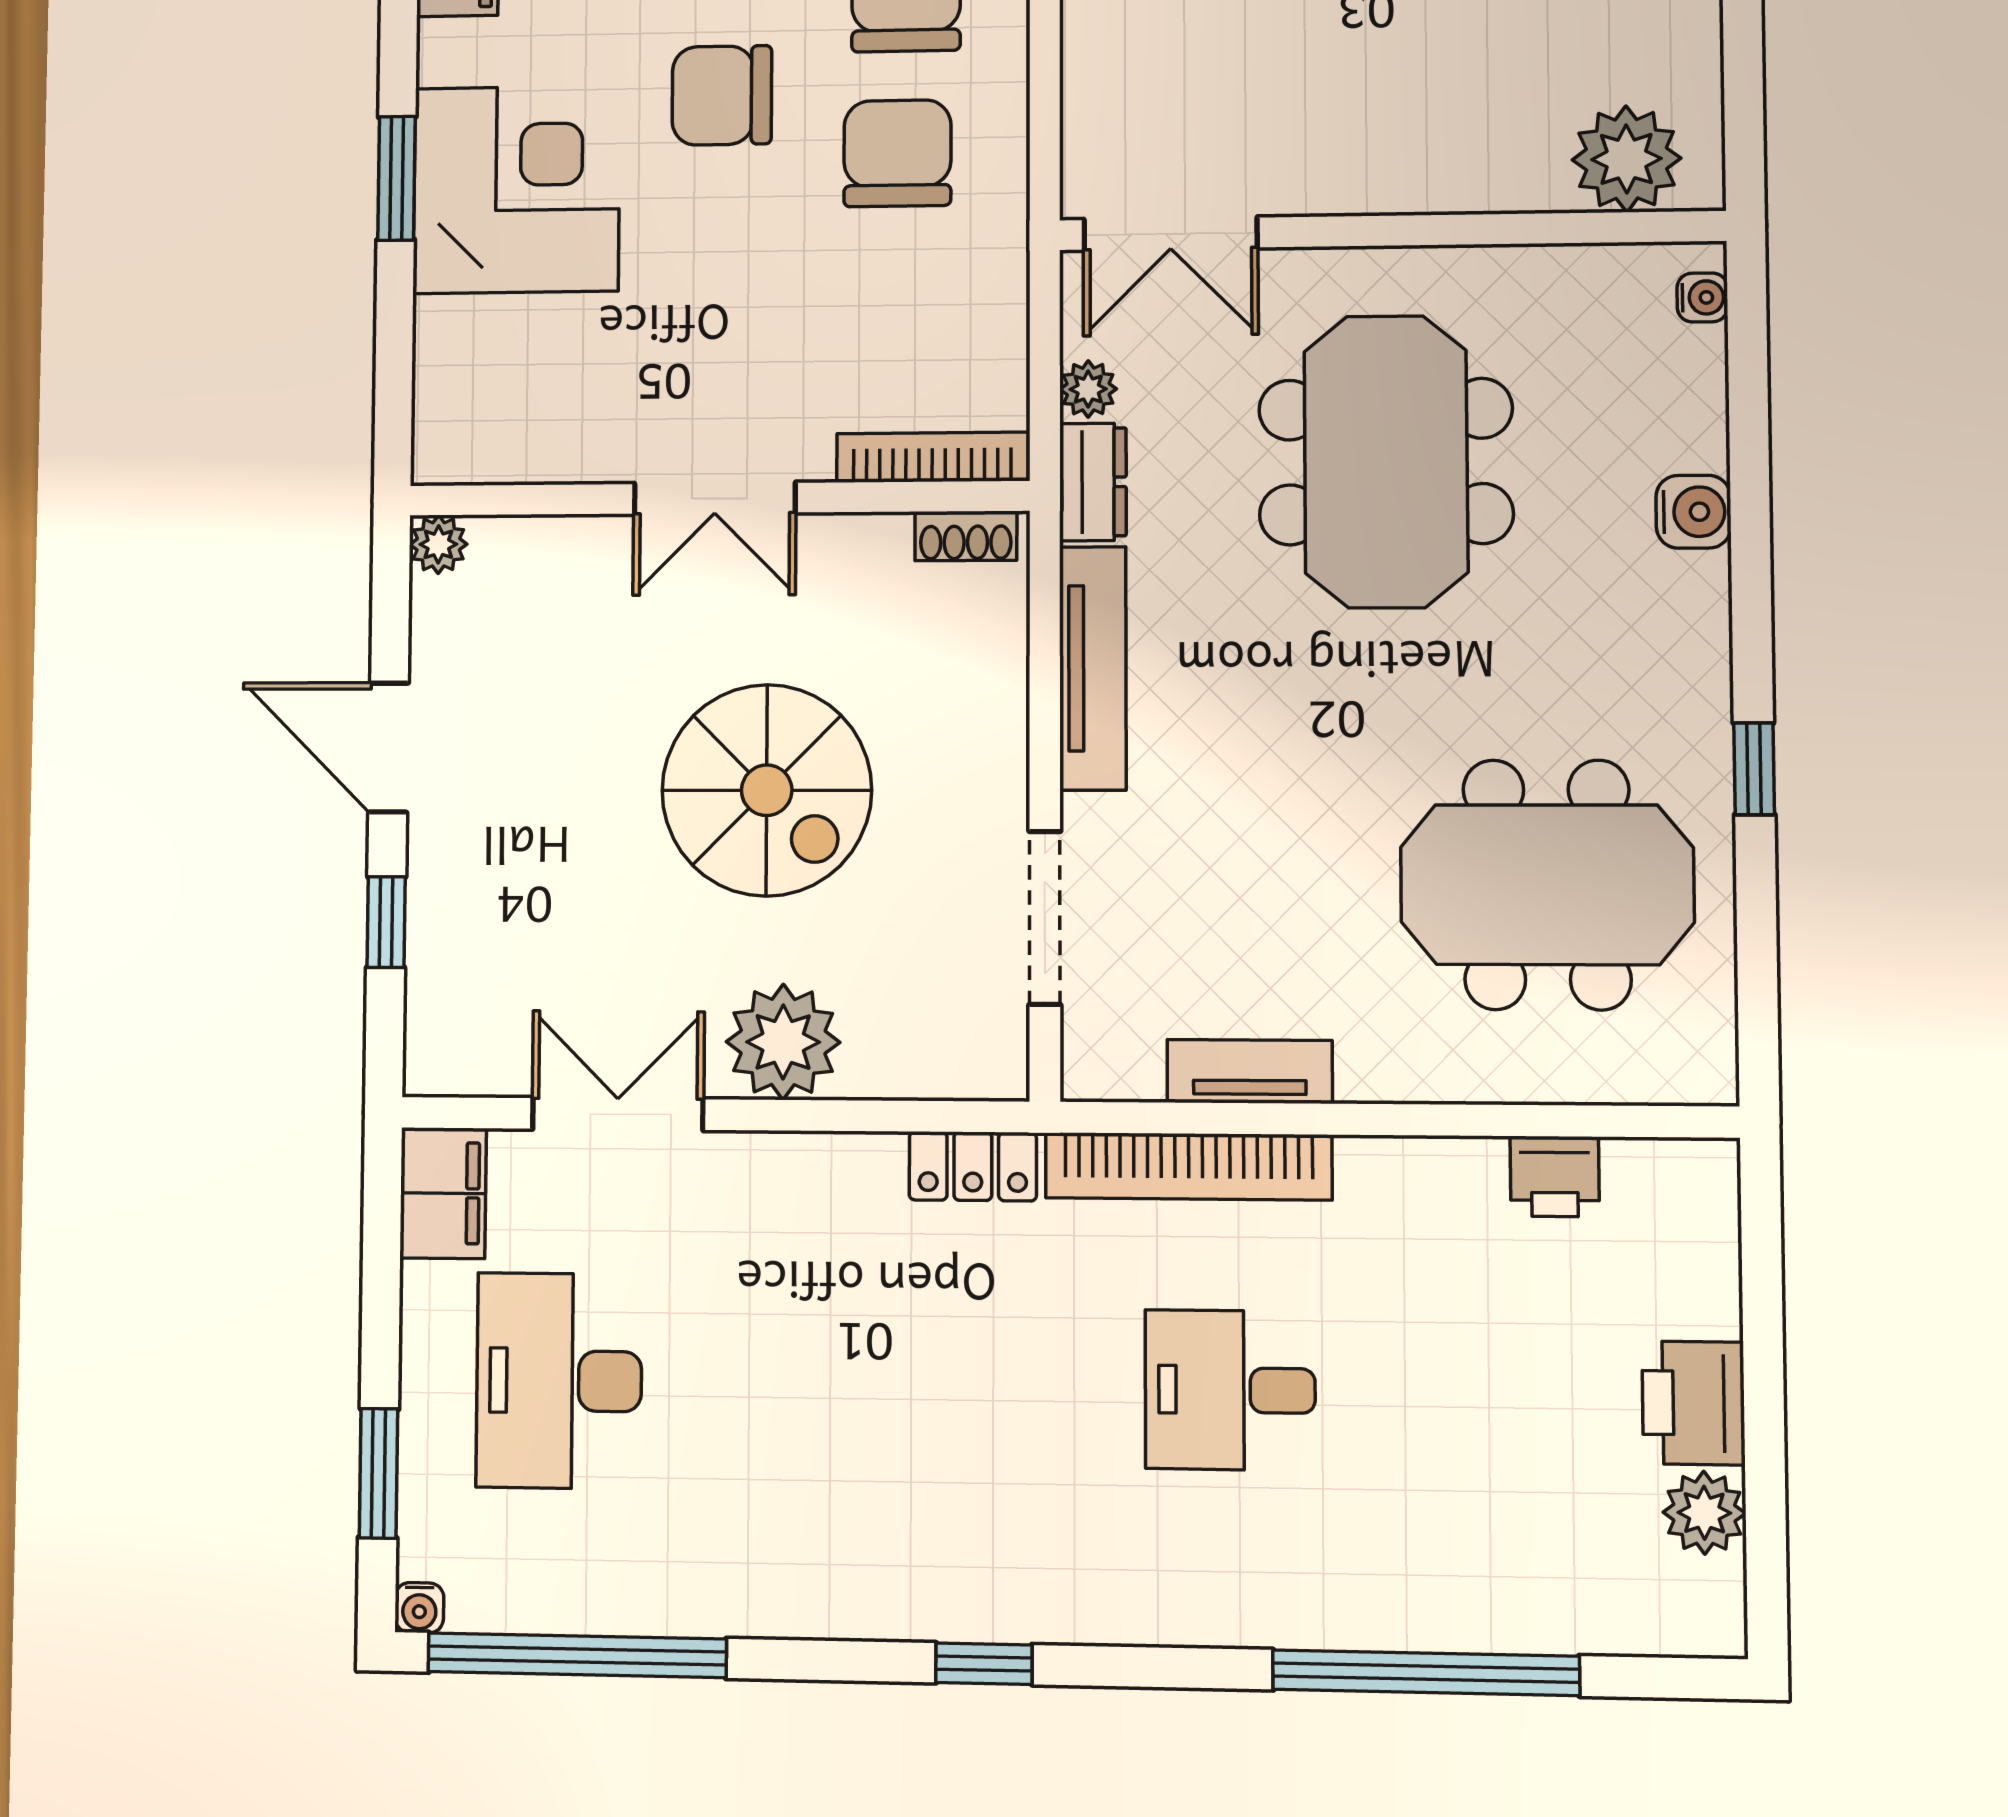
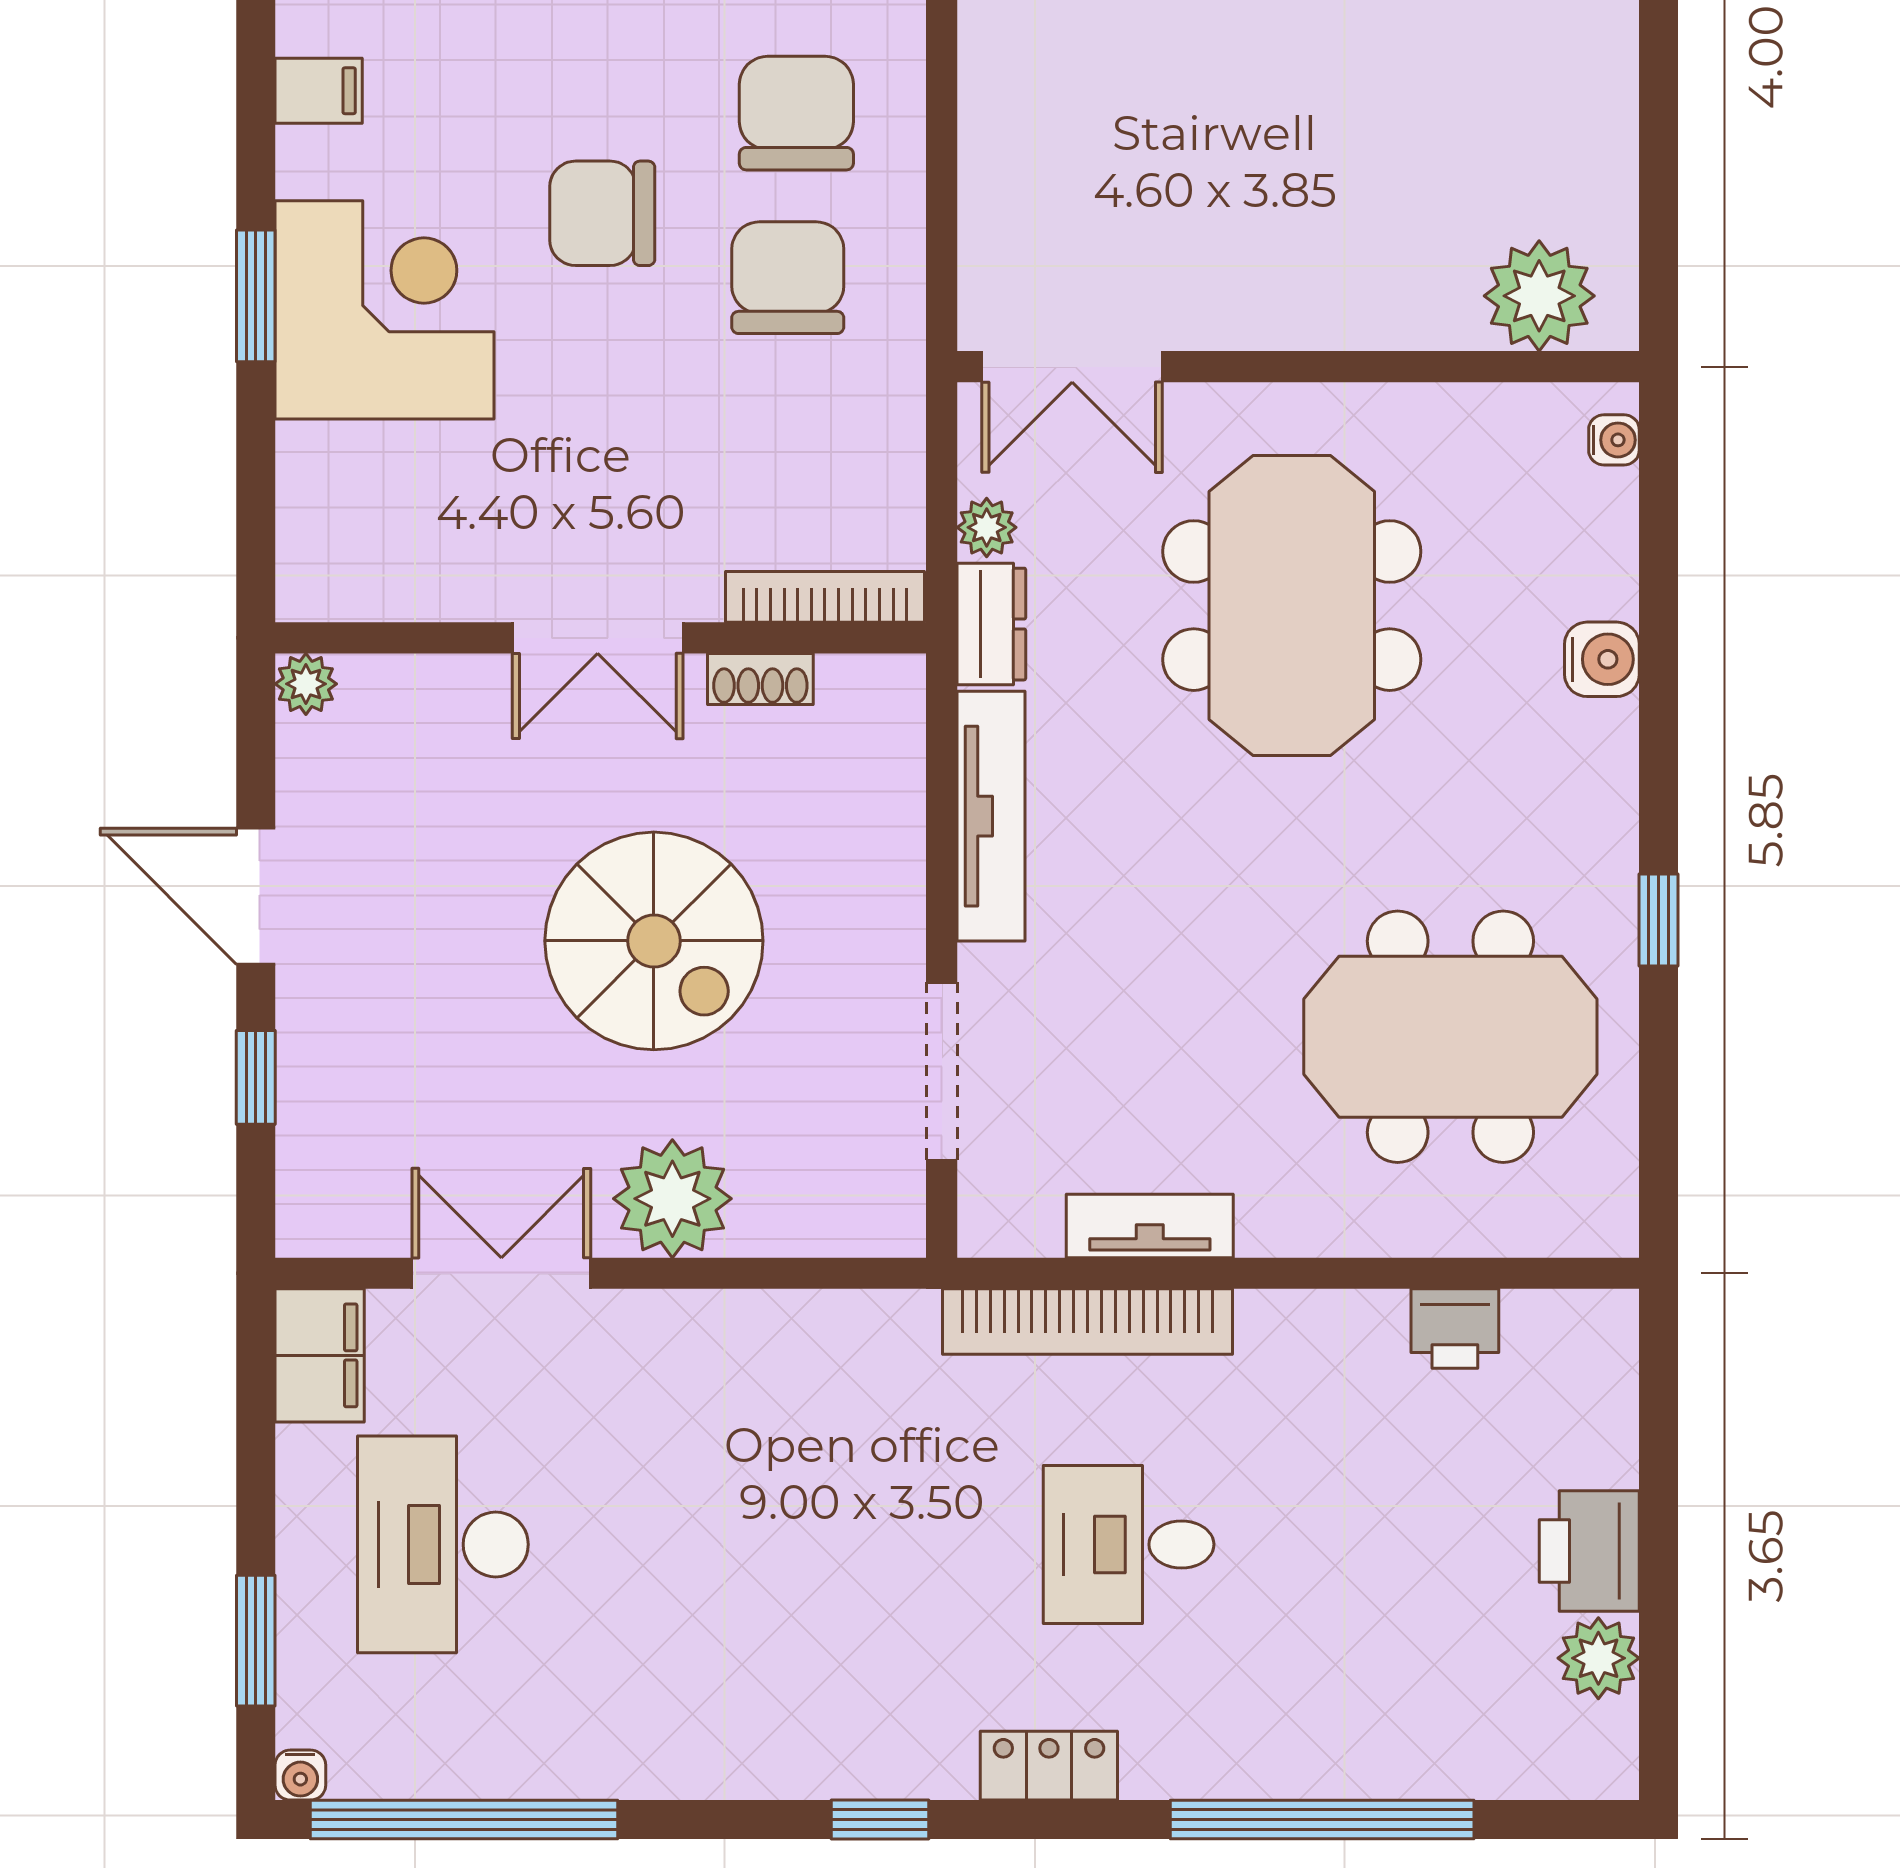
shoe rack: (966, 536) -> (760, 679), moved
locker: (973, 1166) -> (1049, 1766), moved, turned 180

